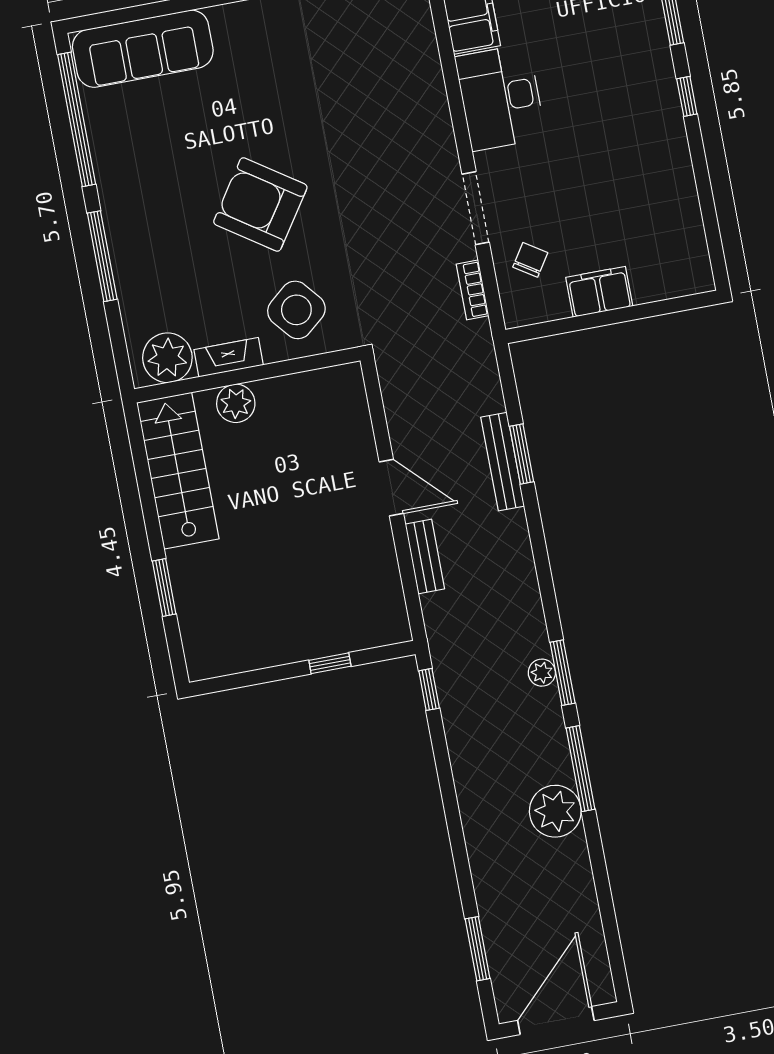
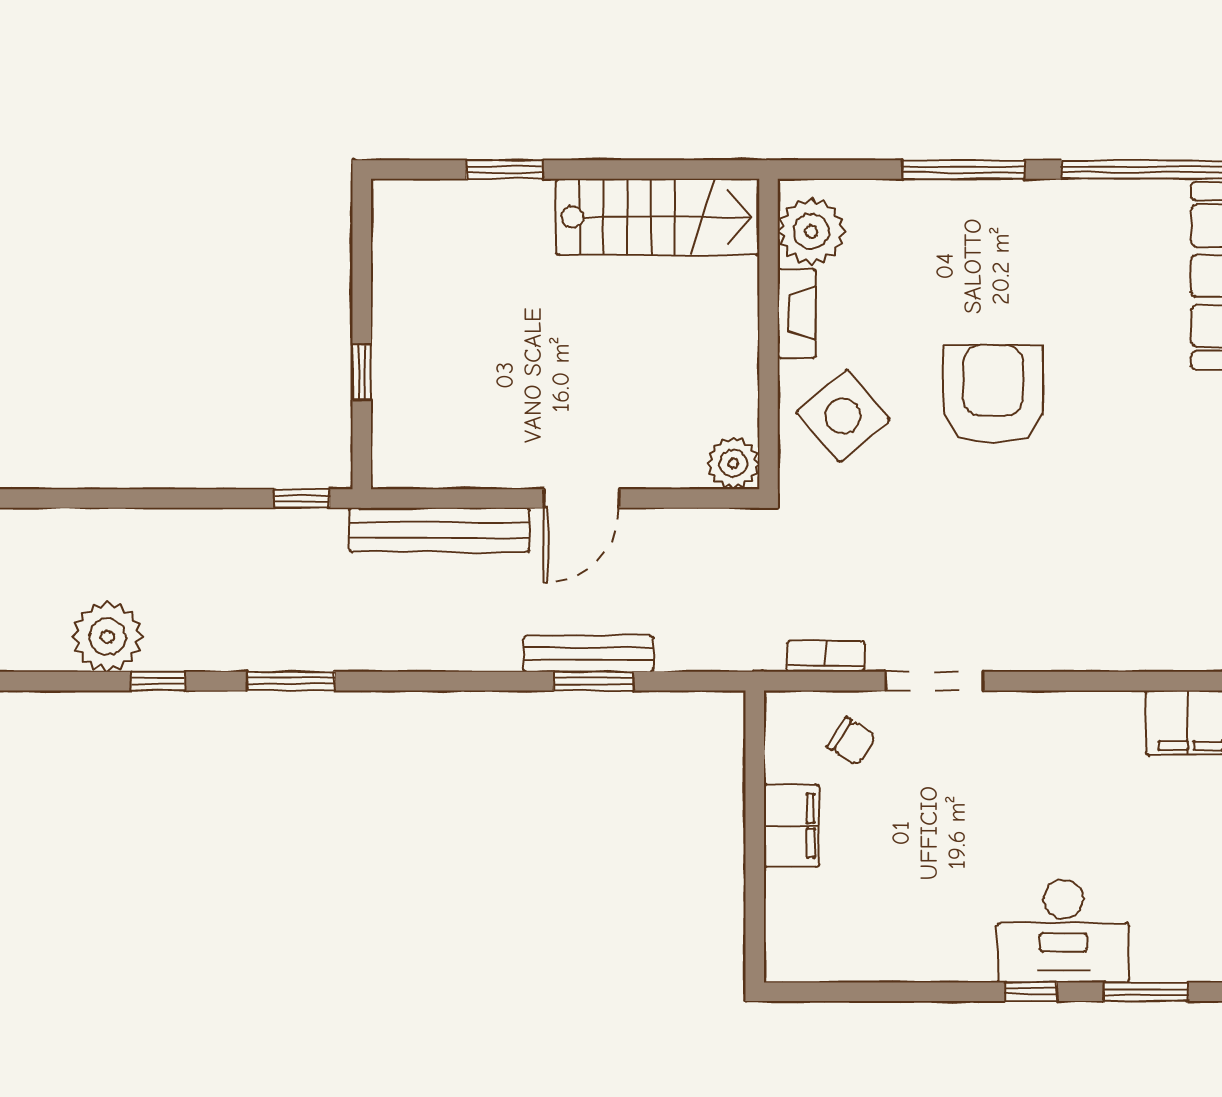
desk: (500, 97) -> (1063, 931), moved, turned 180
armchair: (260, 204) -> (993, 394), turned -34
plant: (236, 403) -> (733, 463), moved
bench: (425, 556) -> (439, 530), width x1.86, depth x1.21
plant: (542, 673) -> (296, 653), removed
window: (580, 769) -> (158, 681), width x0.46

